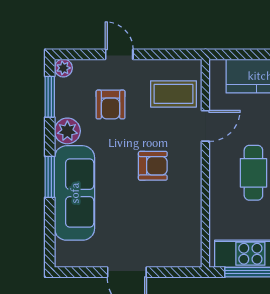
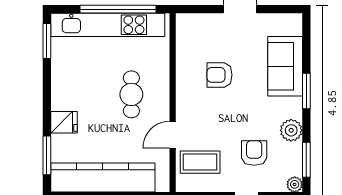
armchair: (153, 166) -> (219, 75), moved
sofa: (75, 193) -> (285, 66), width x0.73

